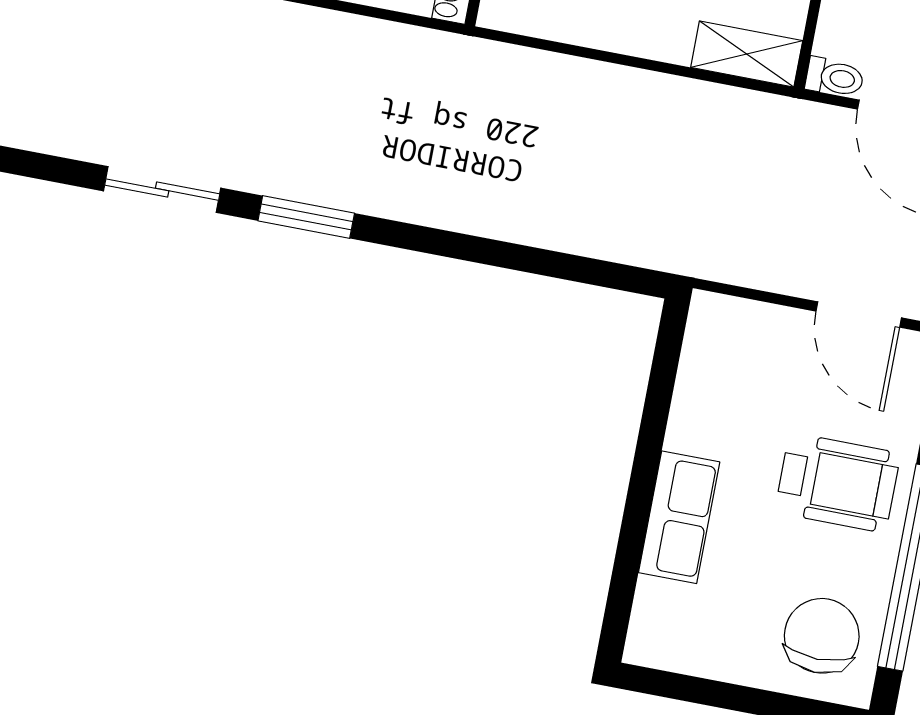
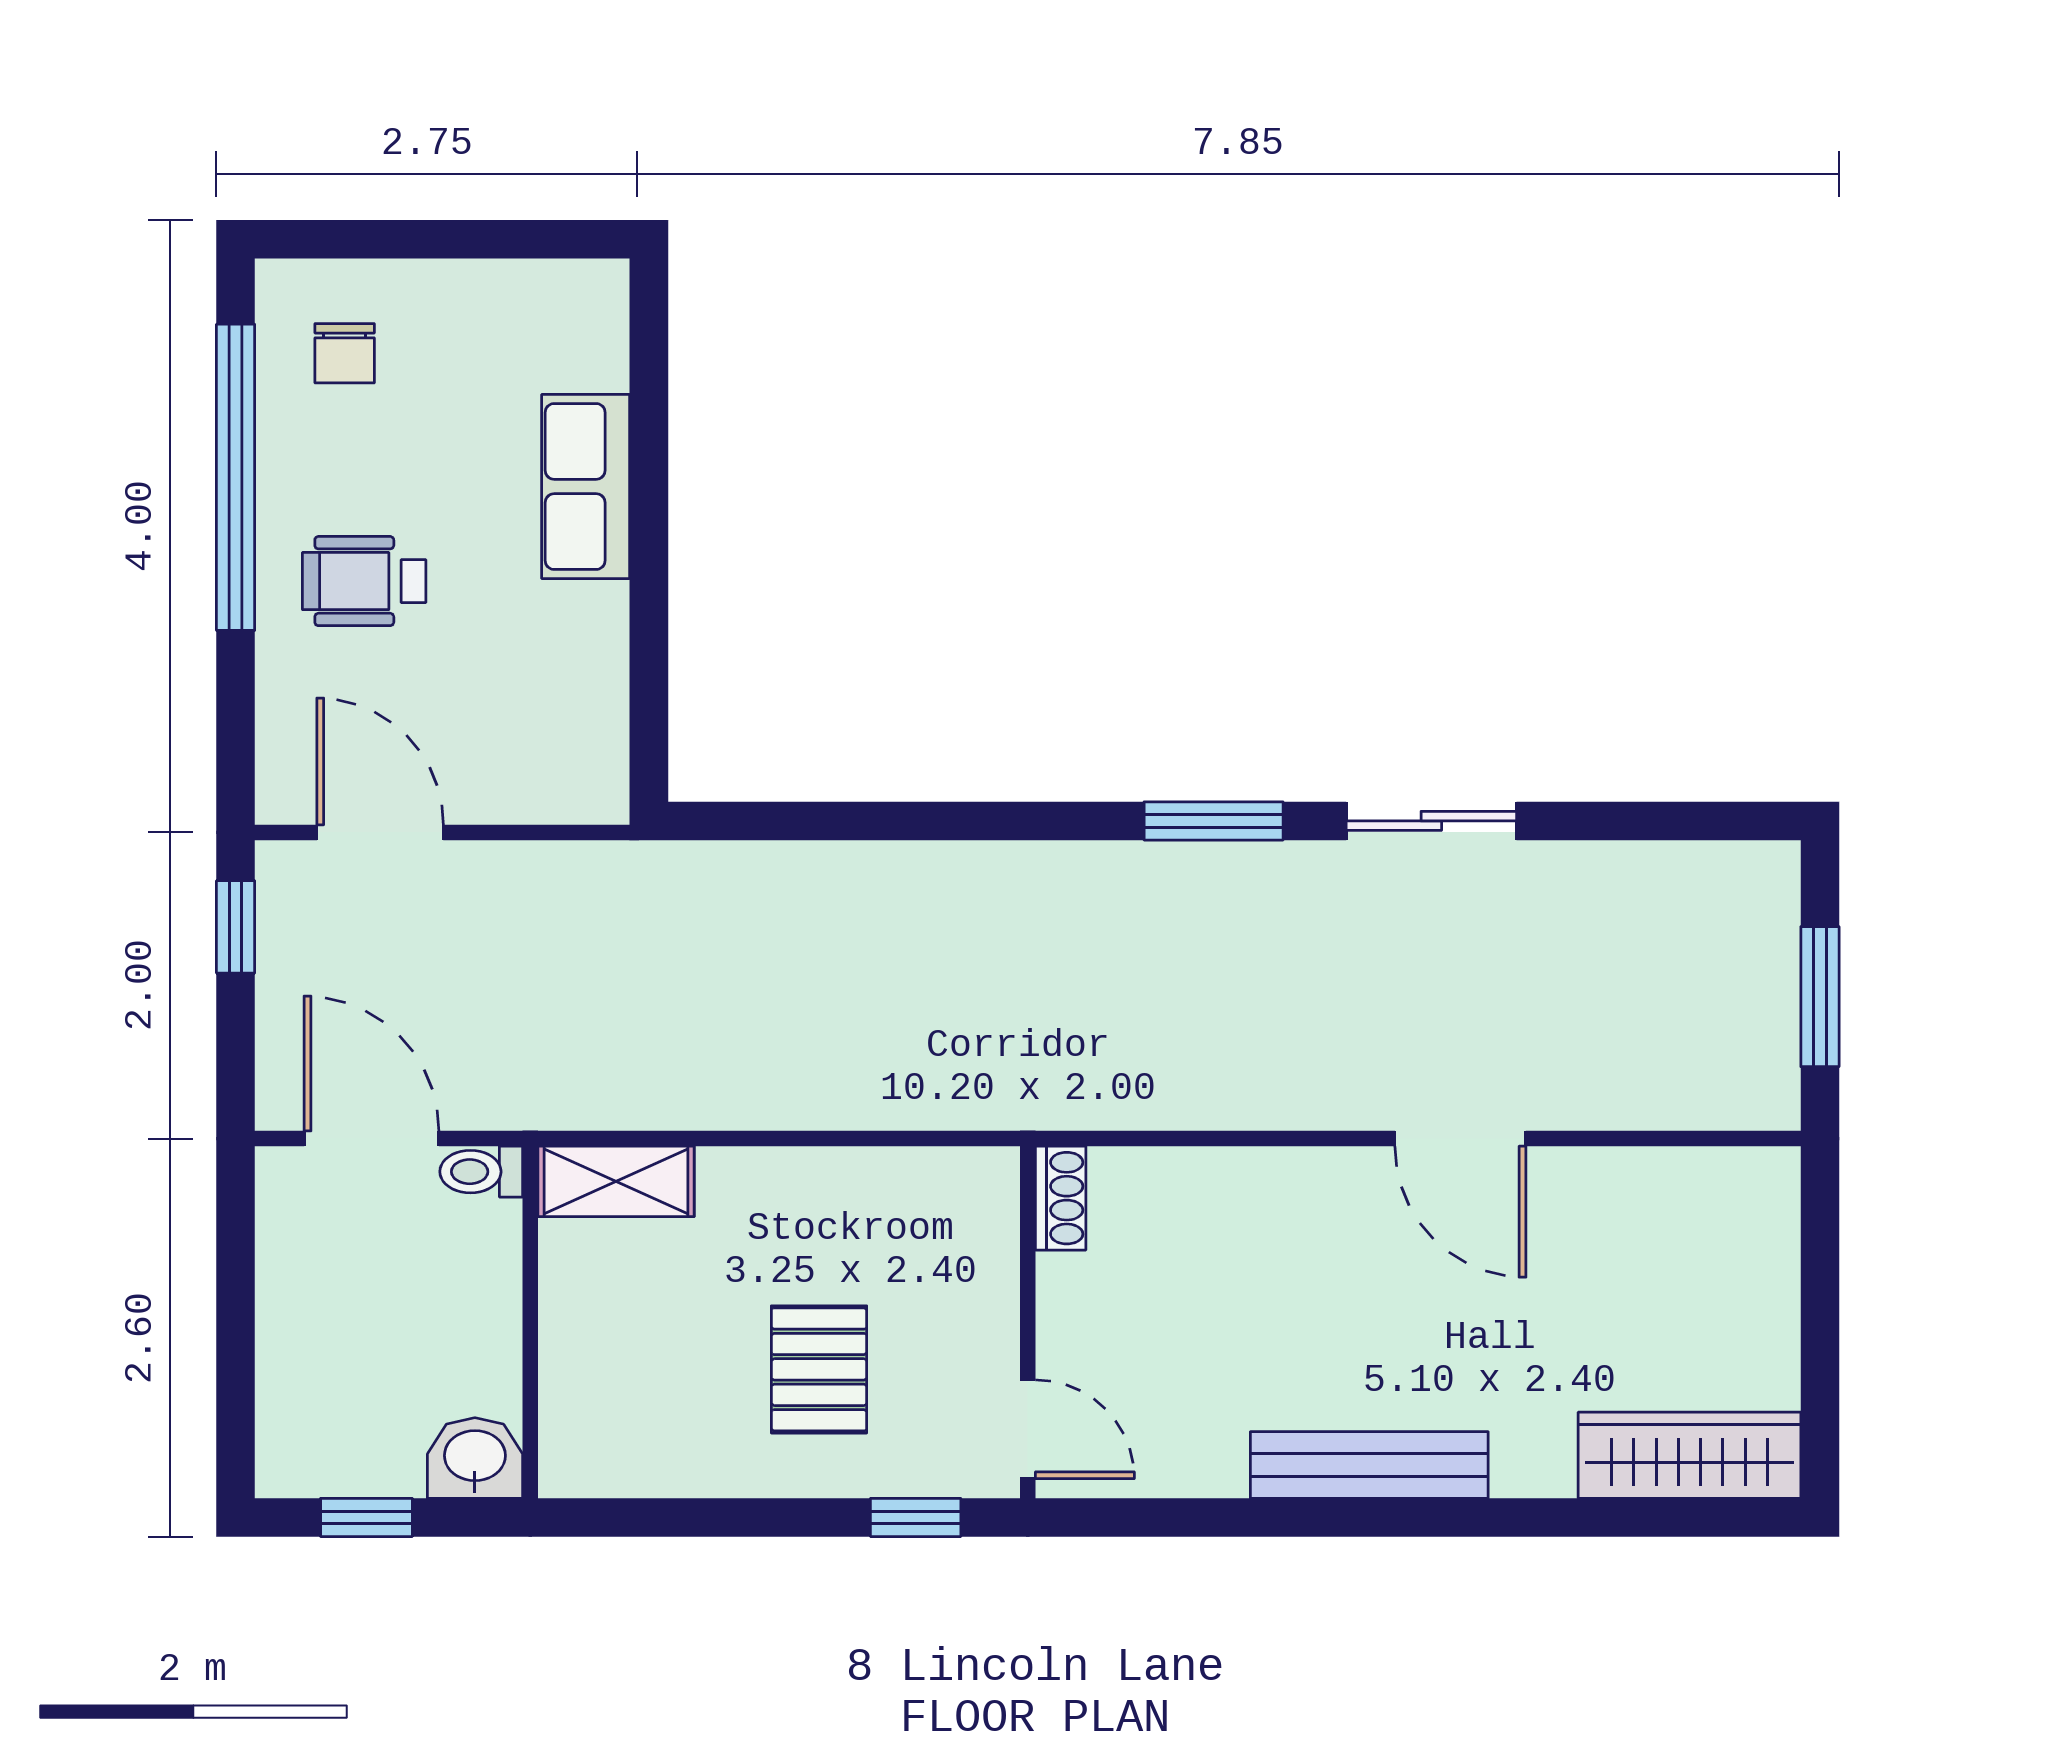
wheelchair: (838, 483) -> (364, 581), width x0.73, depth x0.73
chair: (822, 636) -> (345, 353), width x0.54, depth x0.54

